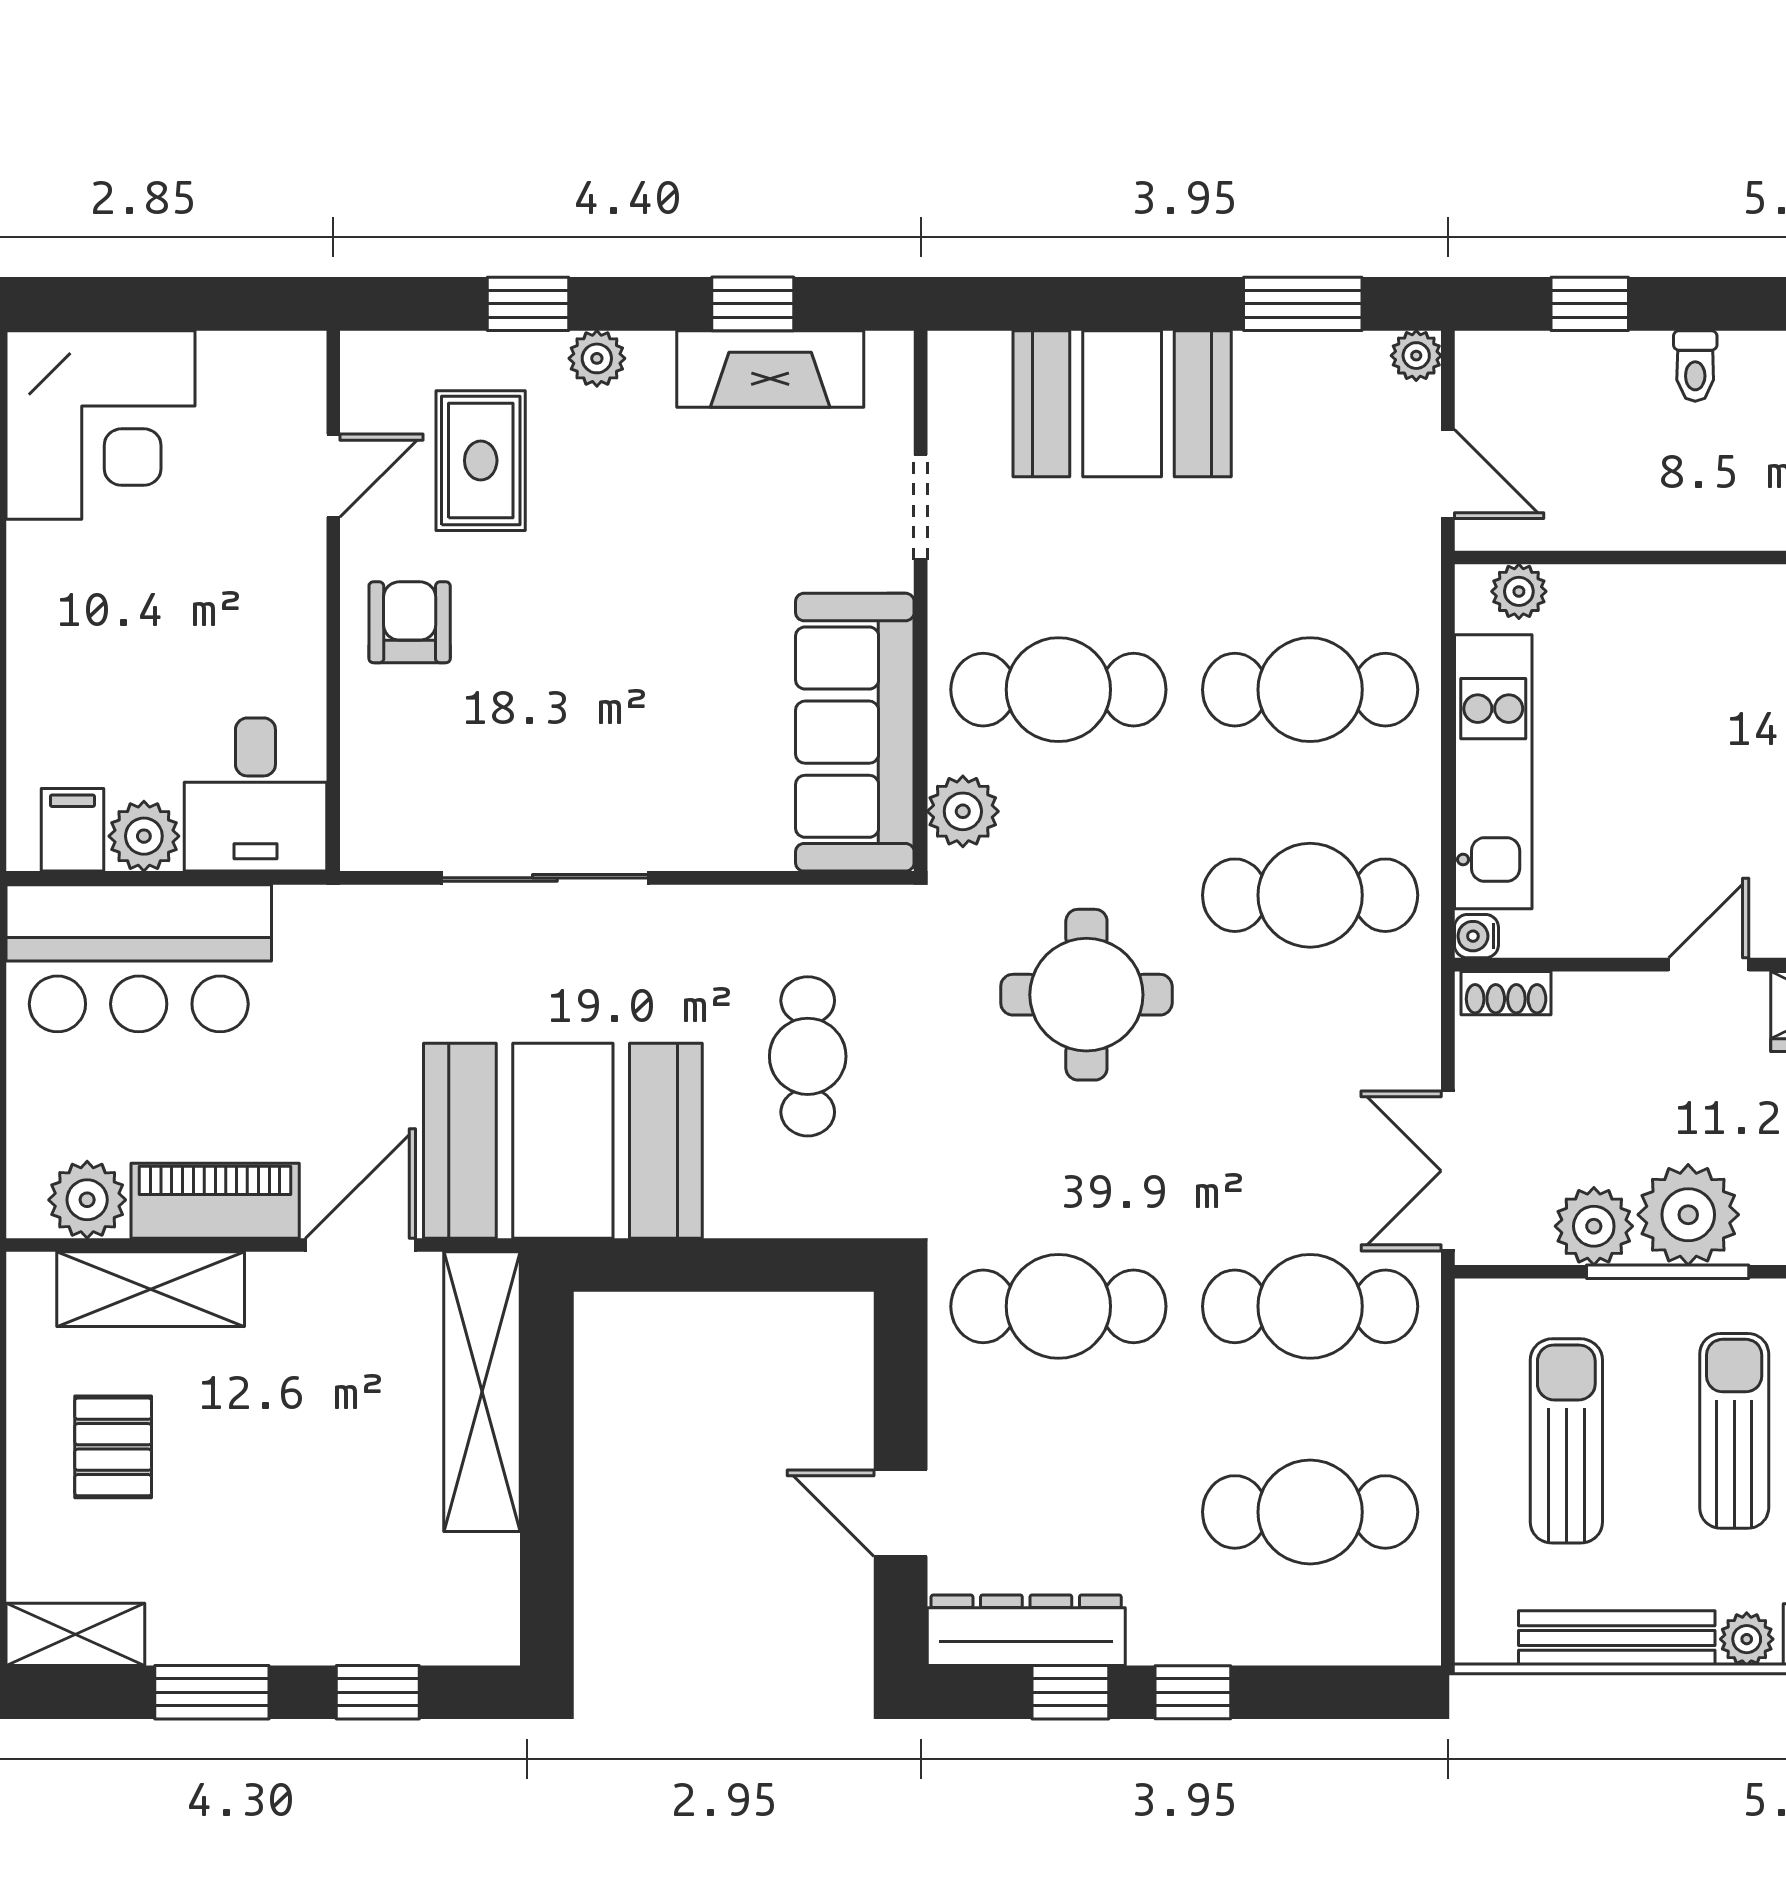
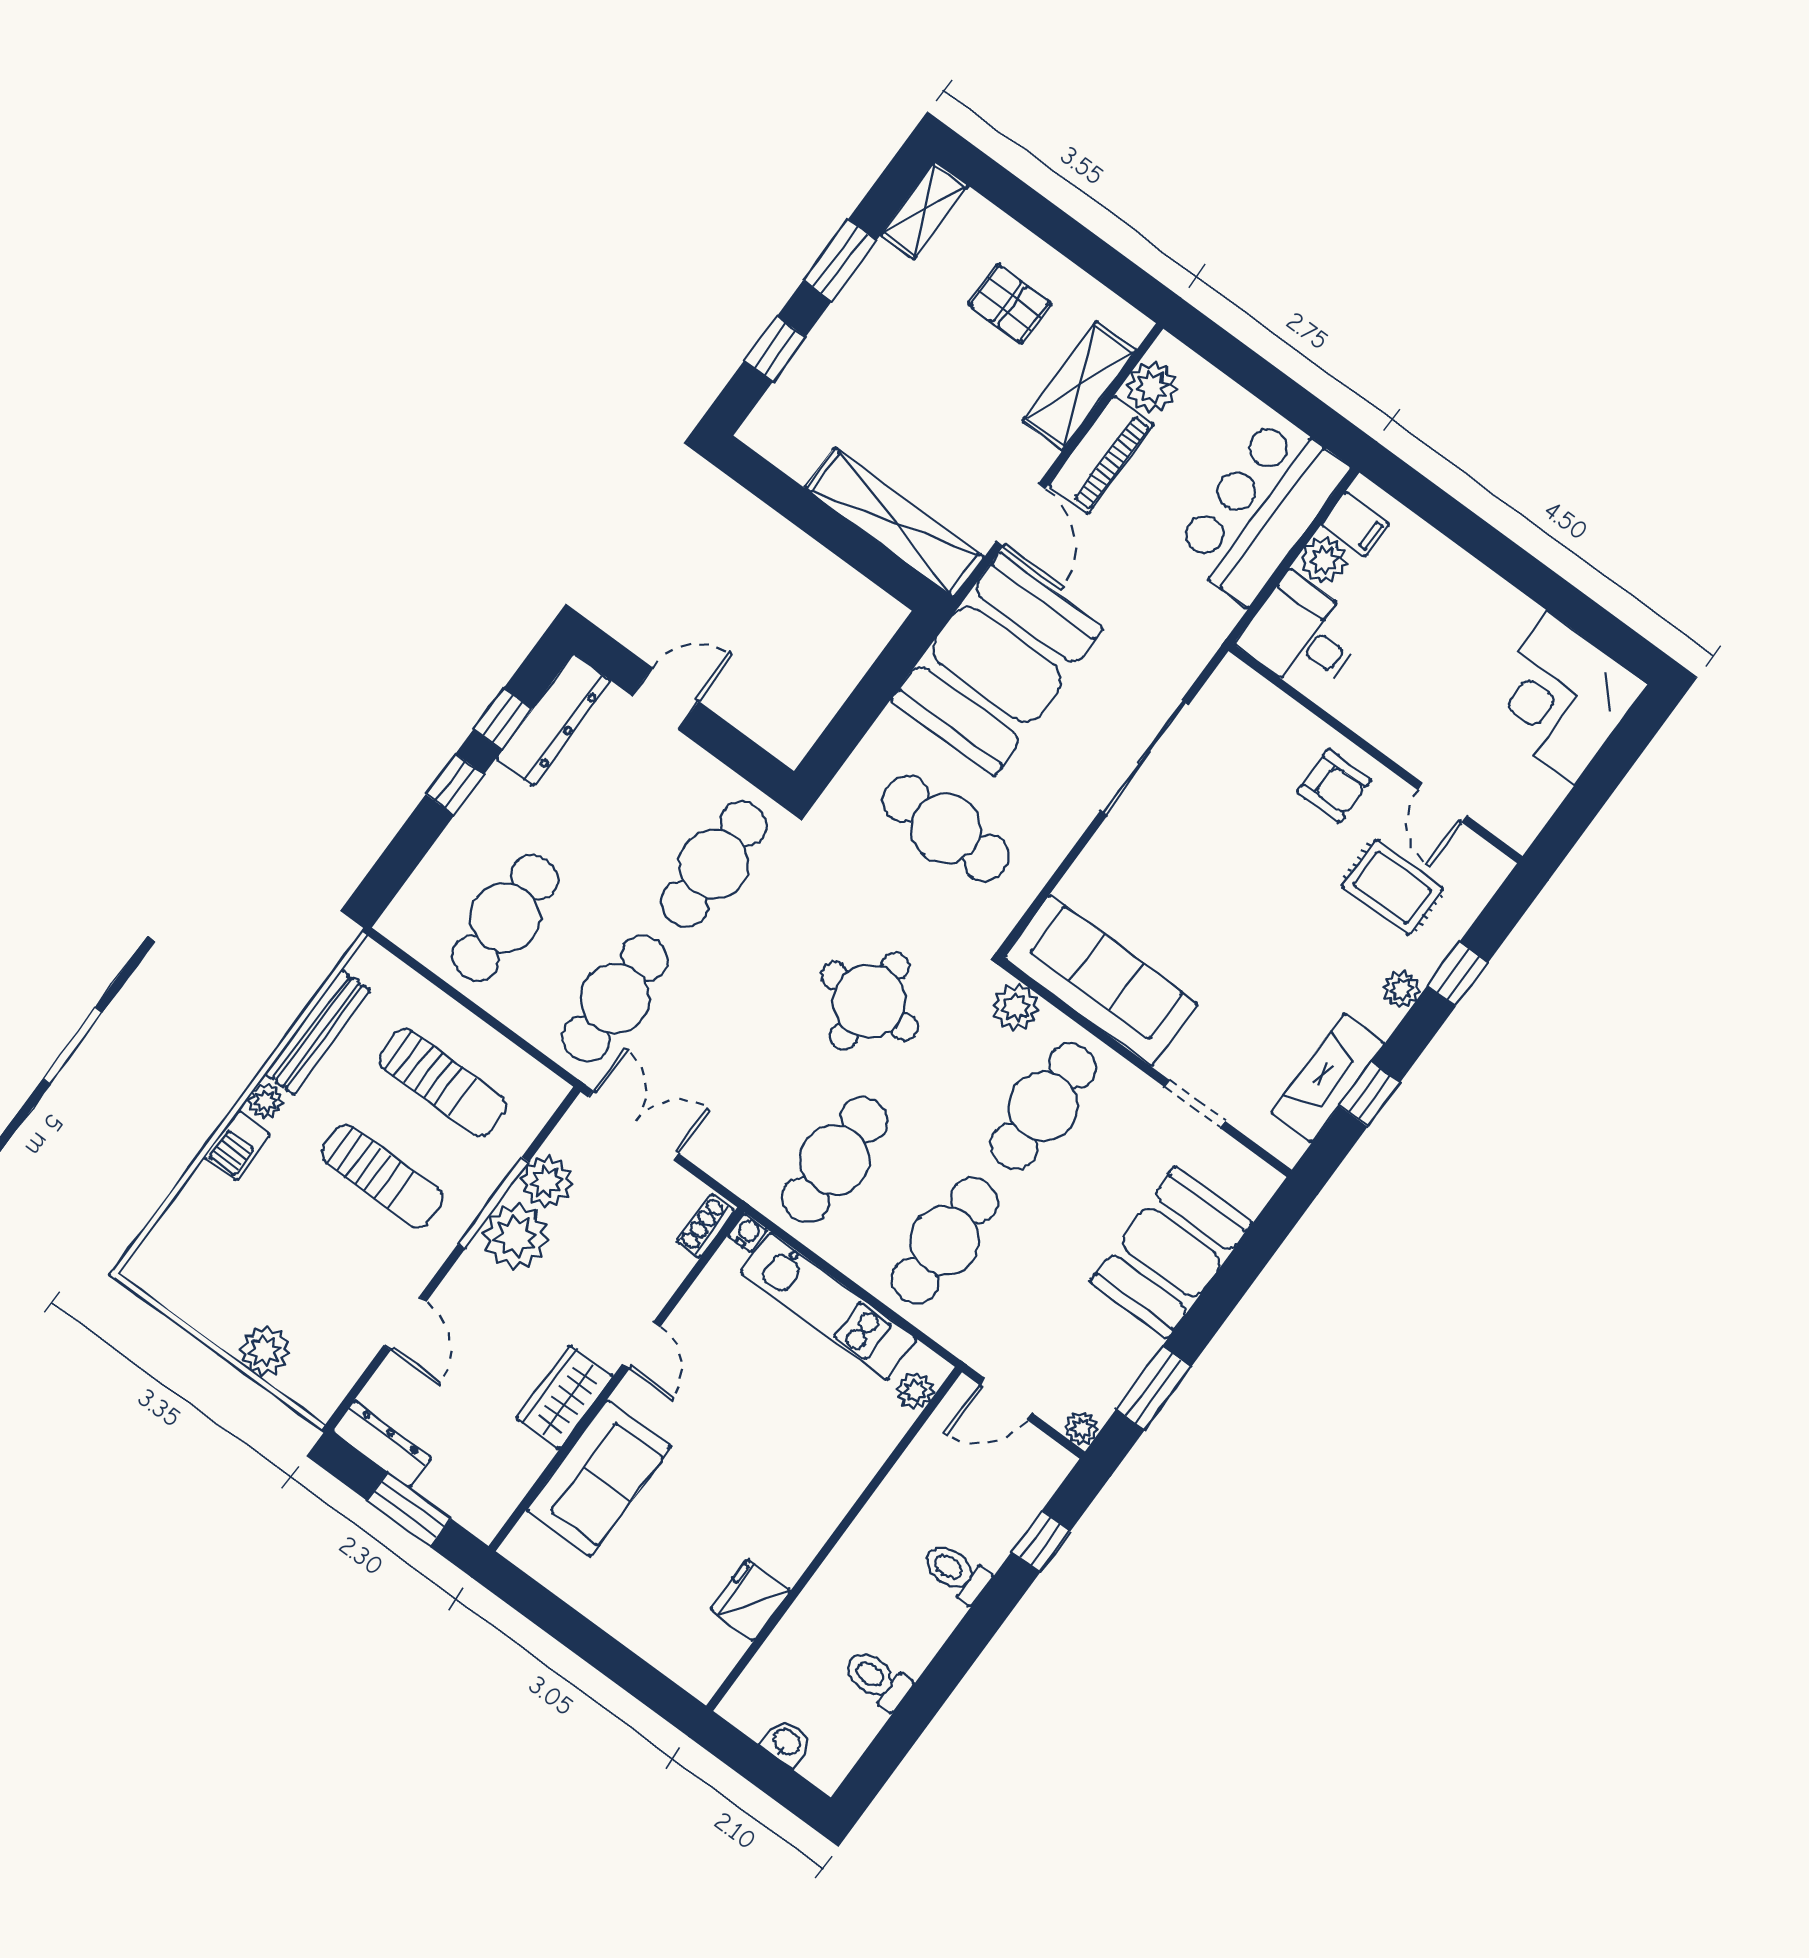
toilet: (1695, 366) -> (956, 1572), width x1.37, depth x1.39
cafe table: (808, 1056) -> (946, 828), width x1.37, depth x1.35

